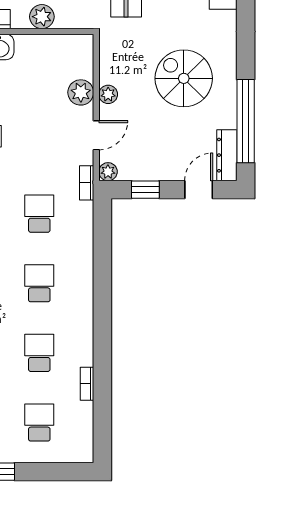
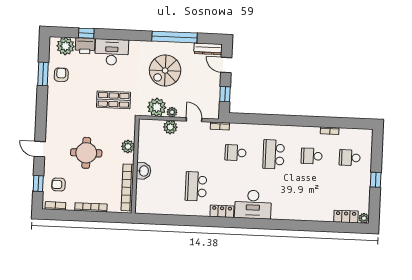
window: (246, 121) -> (175, 37), moved
plant: (108, 172) -> (157, 107), moved, width x1.87, depth x1.87
school desk: (39, 283) -> (274, 154), width x1.85

